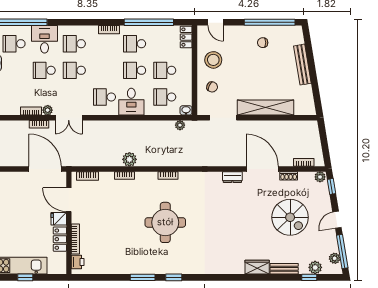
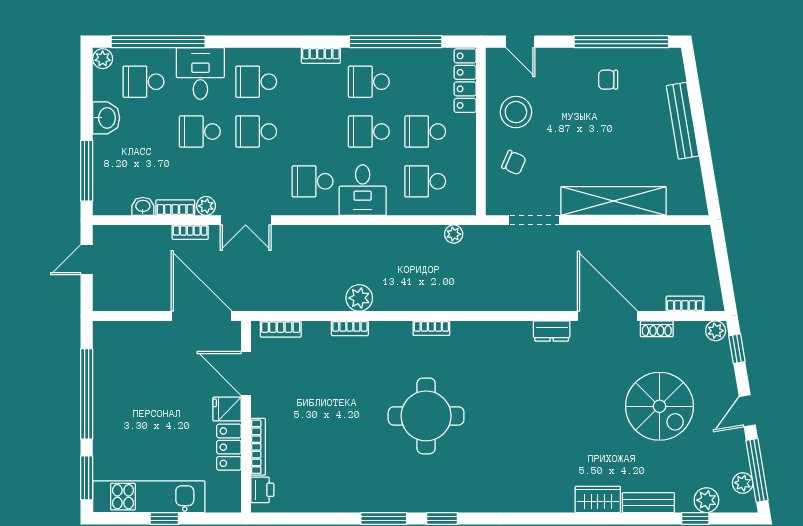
locker: (186, 37) -> (465, 81), width x1.53
washbasin: (186, 110) -> (143, 206), moved

